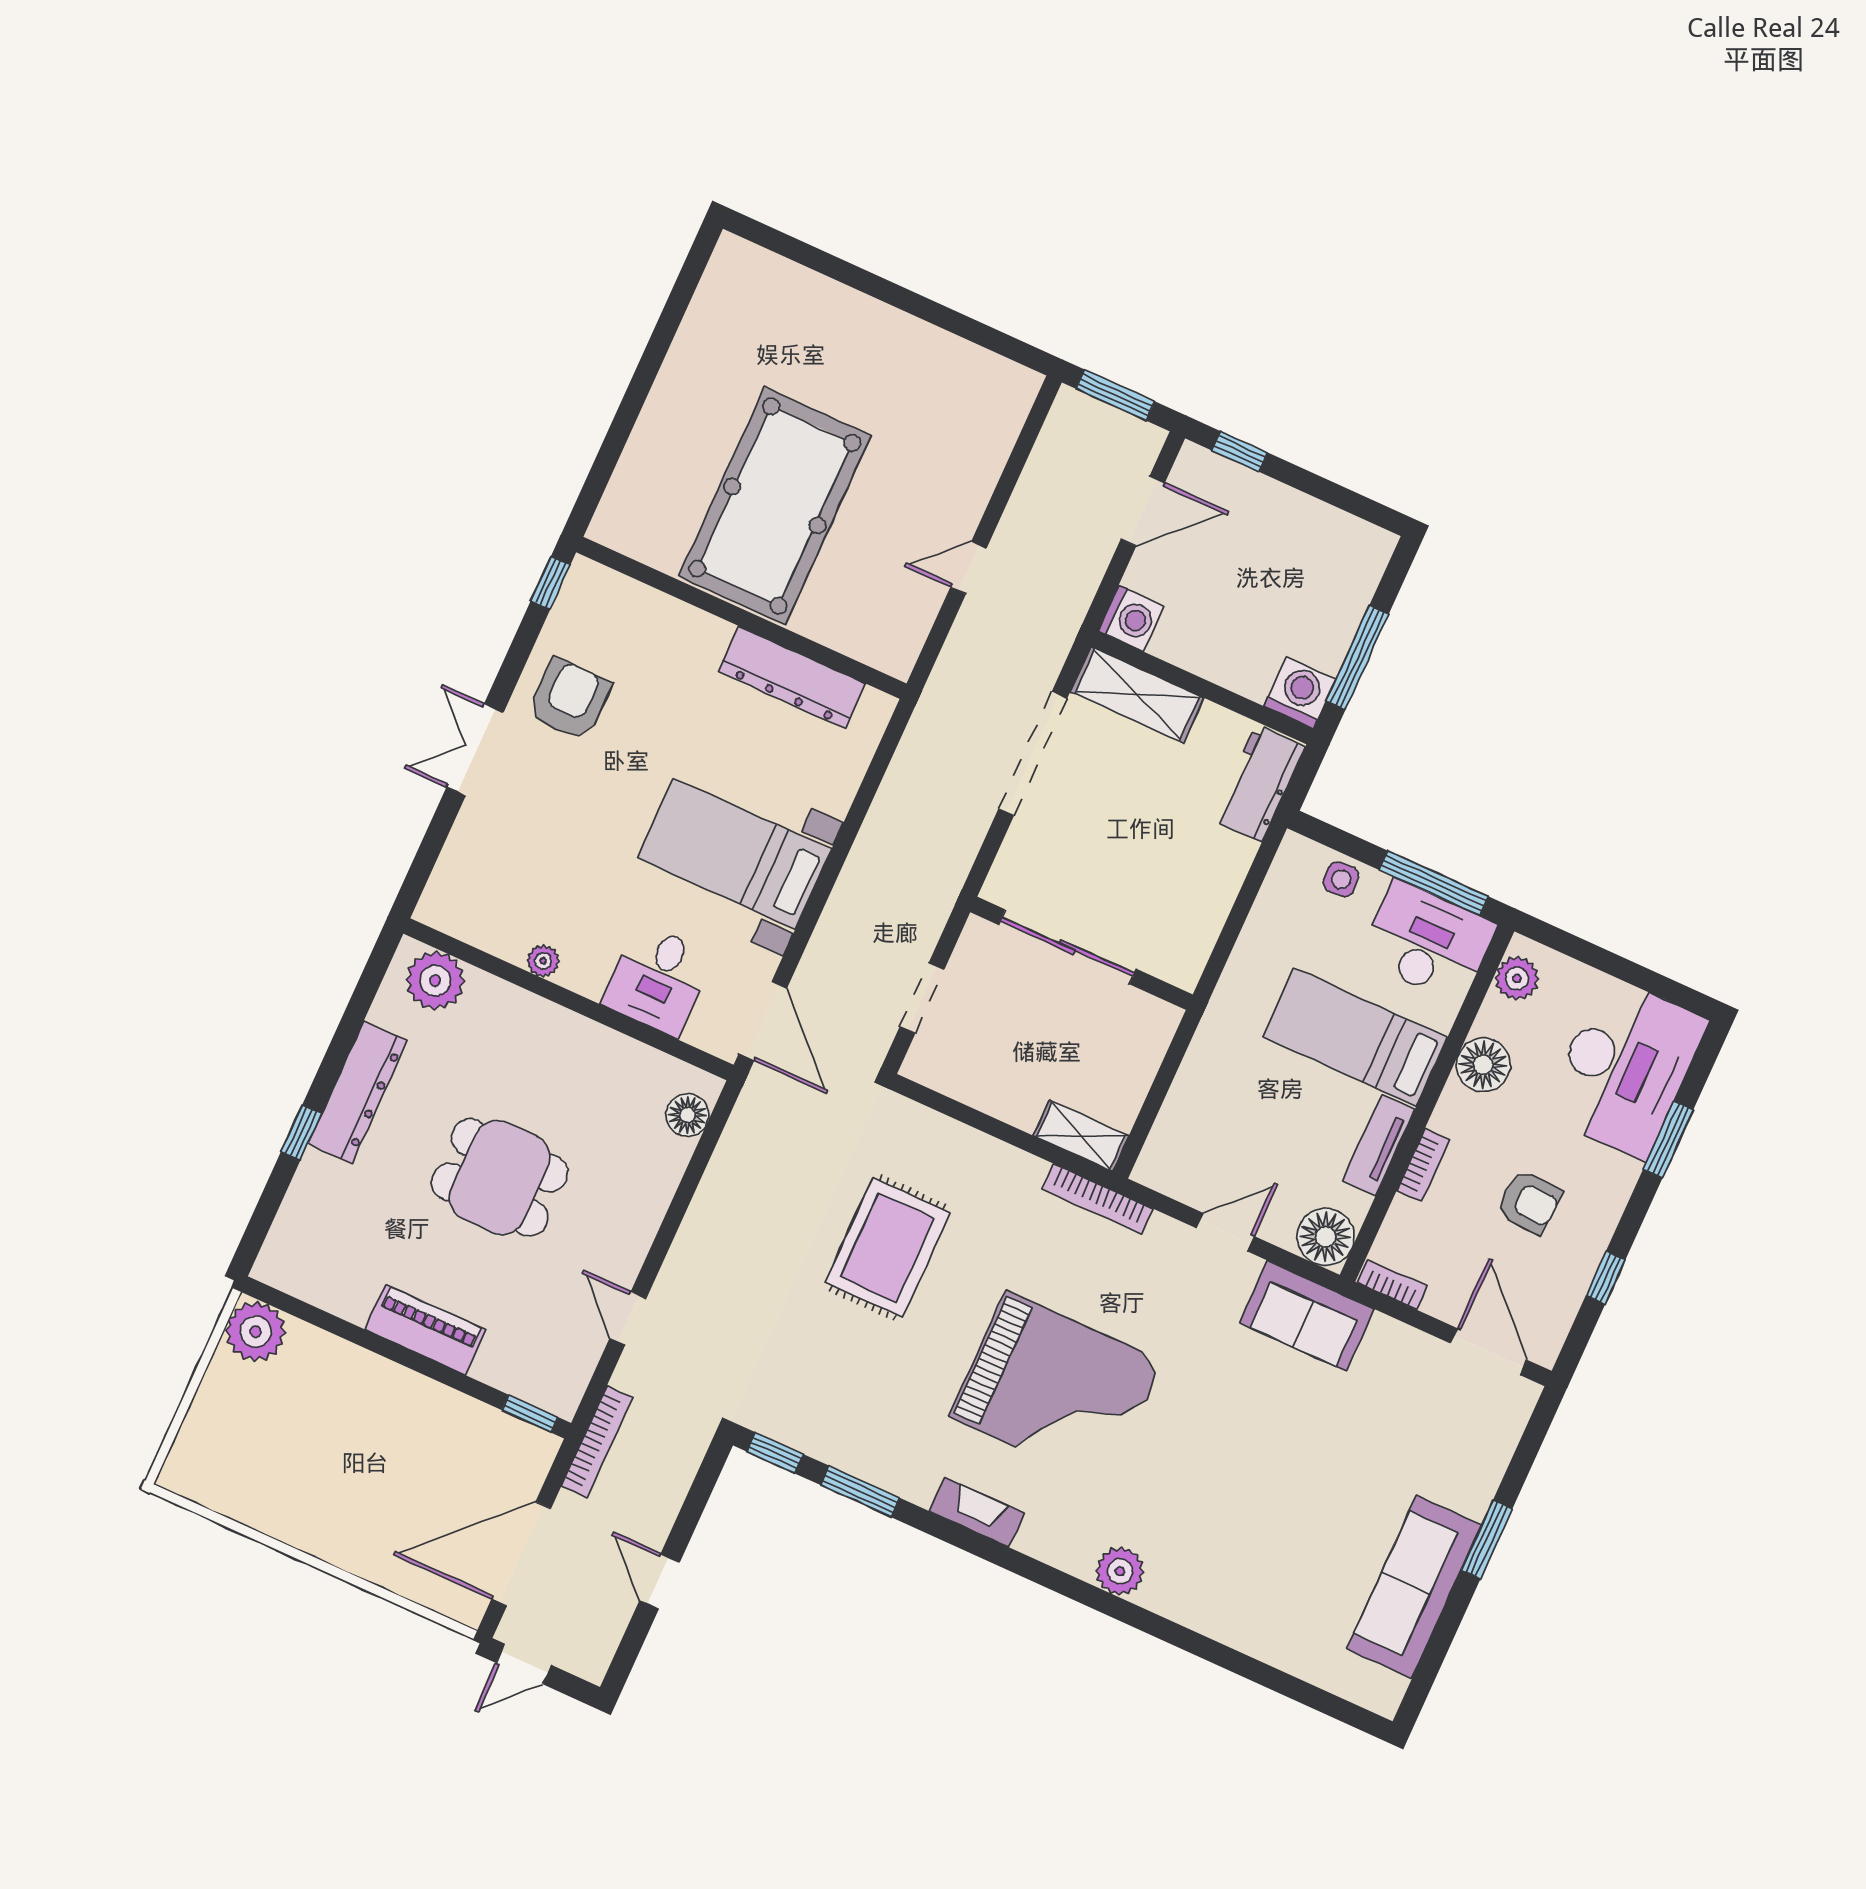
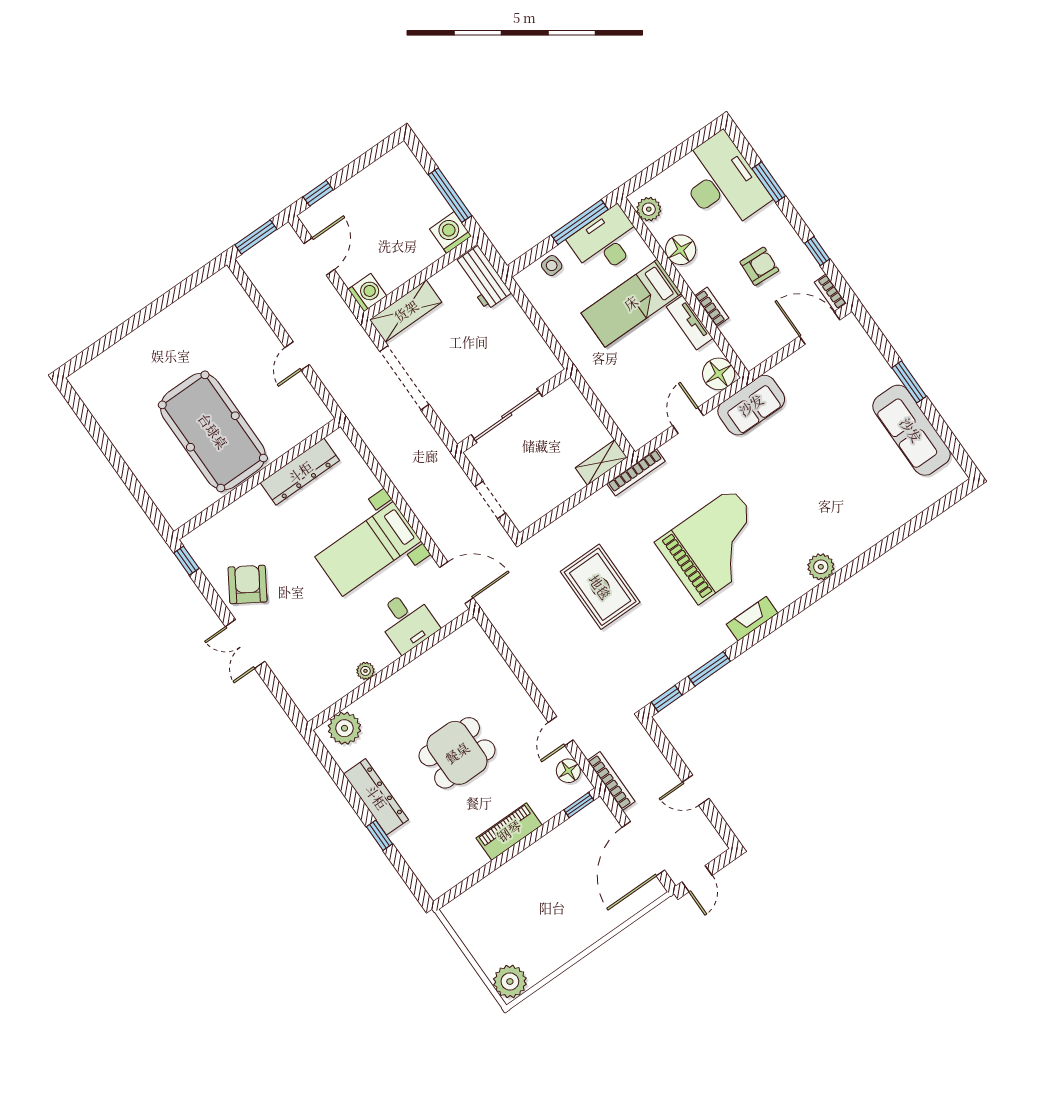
armchair: (569, 699) -> (248, 584), turned 32
floor lamp: (688, 1115) -> (568, 771), moved
bookcase: (1392, 1285) -> (830, 293), moved, turned -90
door: (628, 1318) -> (561, 731), hinge flipped
plant: (256, 1332) -> (510, 981), moved

